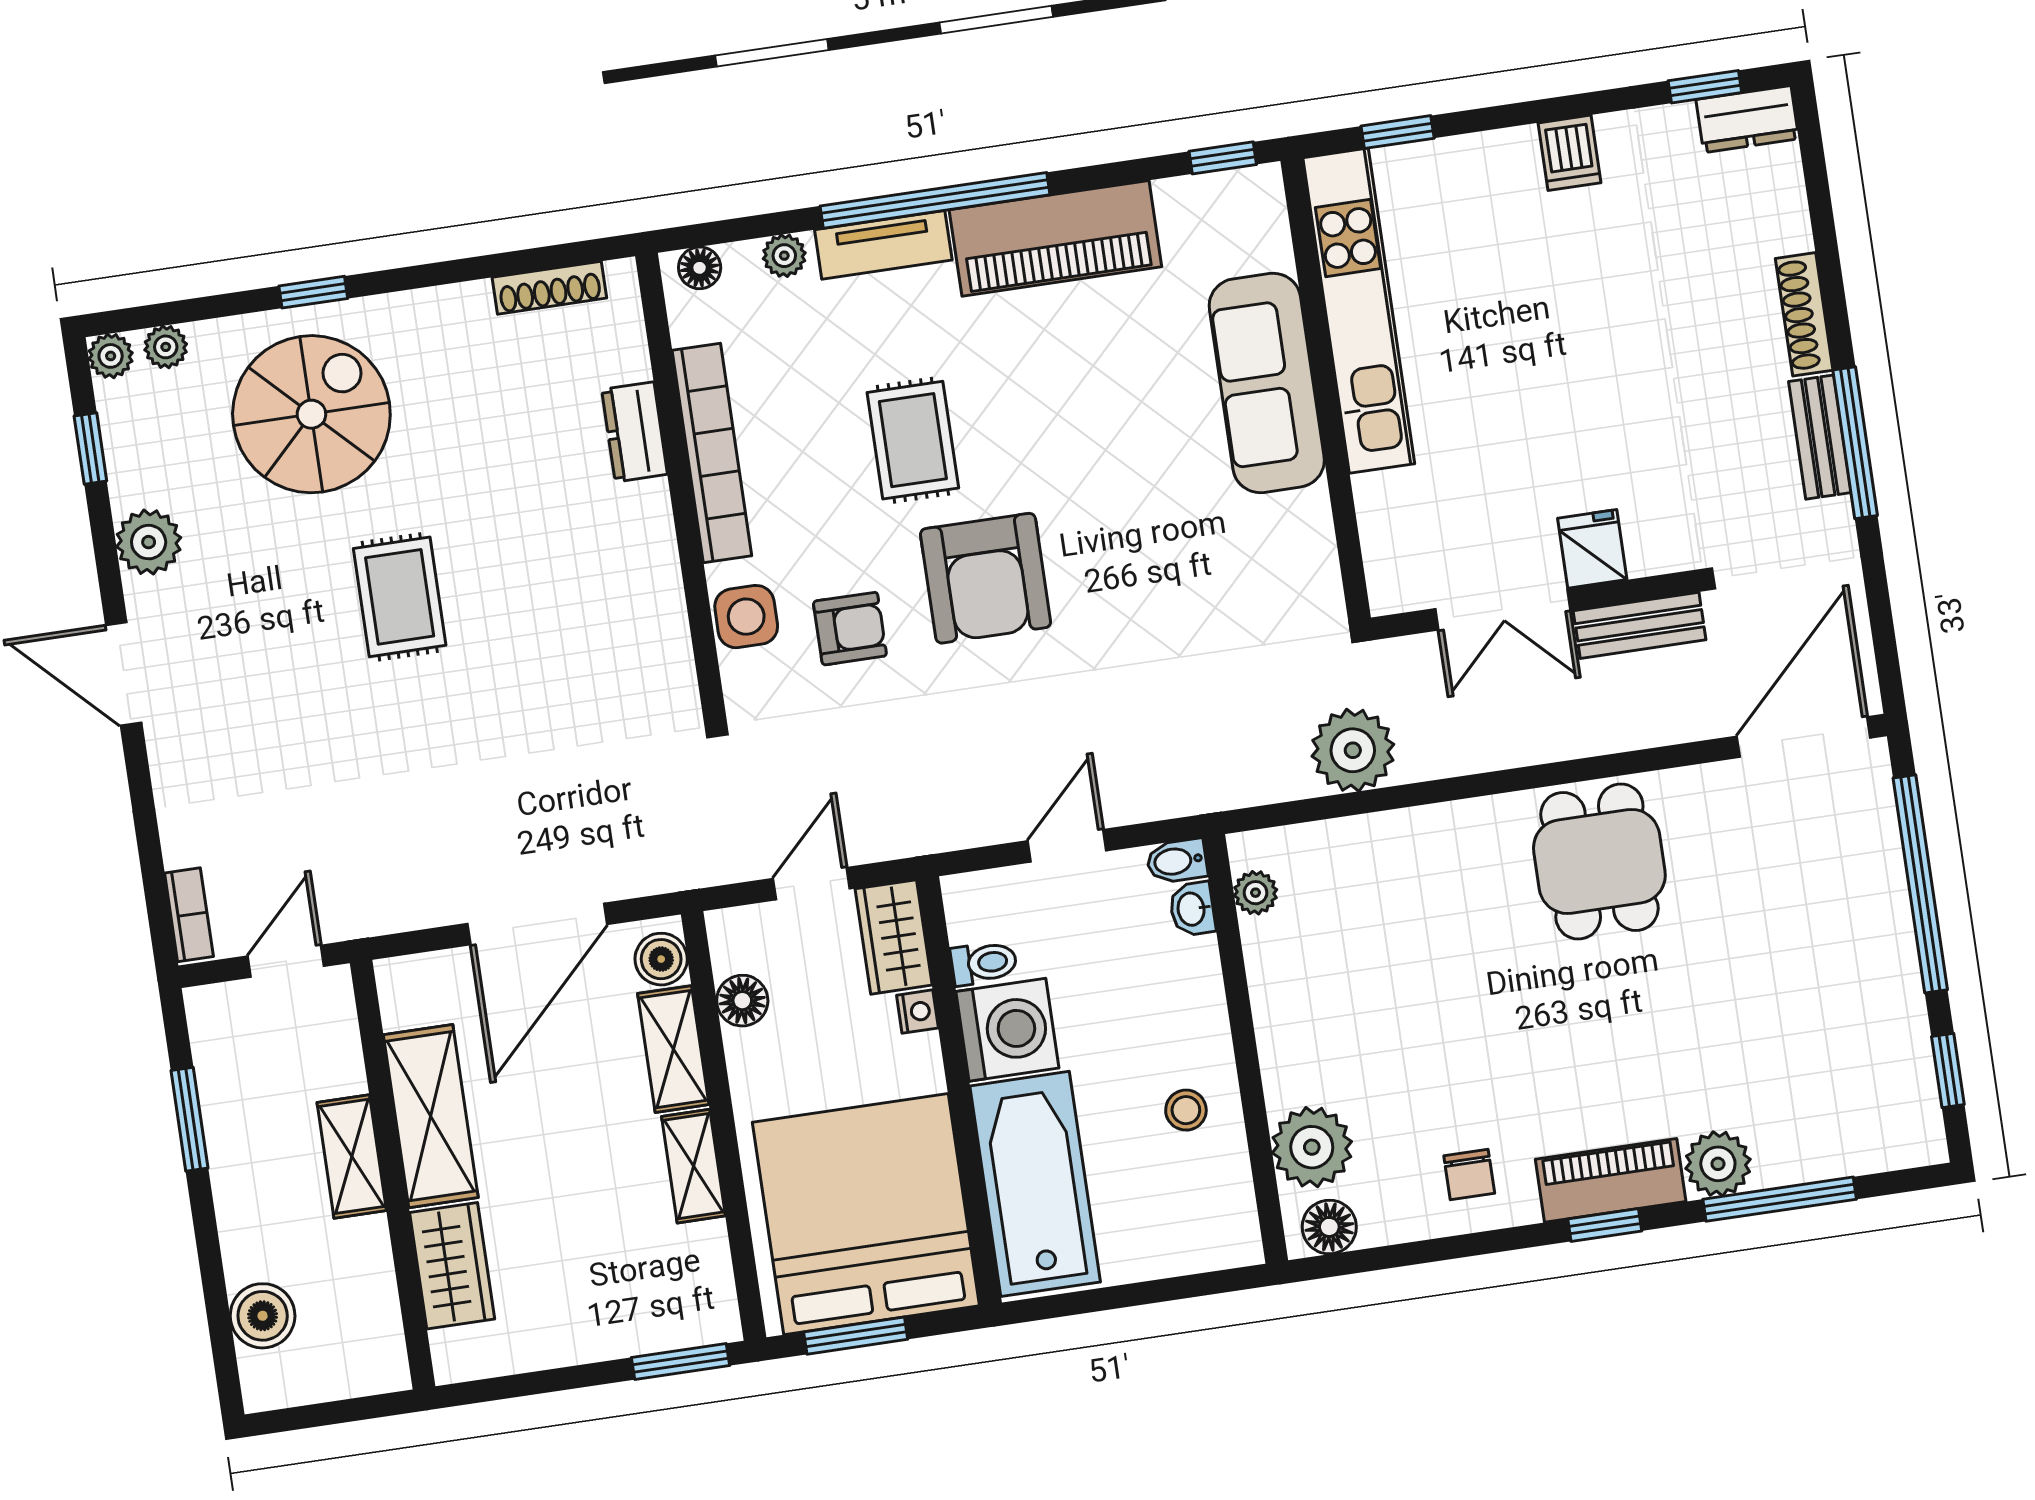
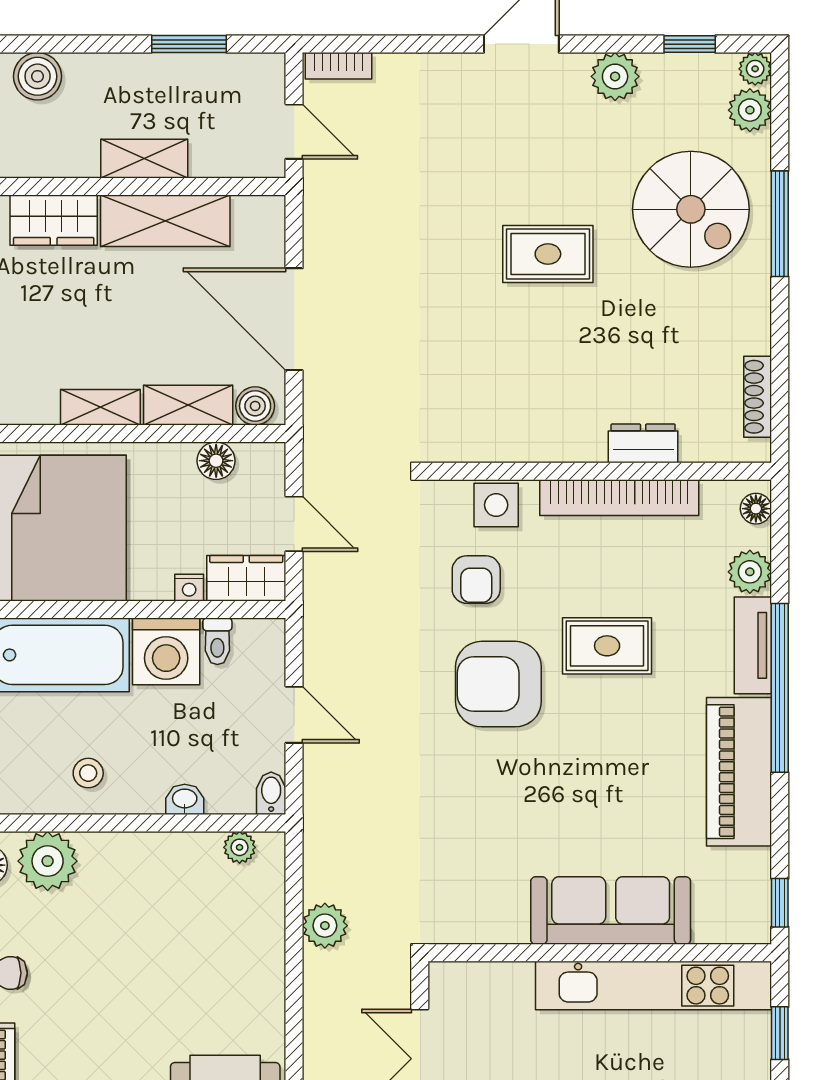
plant: (784, 256) -> (750, 572), width x1.38, depth x1.38
window: (313, 292) -> (780, 224), width x2.17
plant: (166, 347) -> (750, 110), width x1.38, depth x1.38
plant: (1353, 750) -> (325, 926), width x0.73, depth x0.73
washbasin: (1192, 909) -> (185, 799), moved

